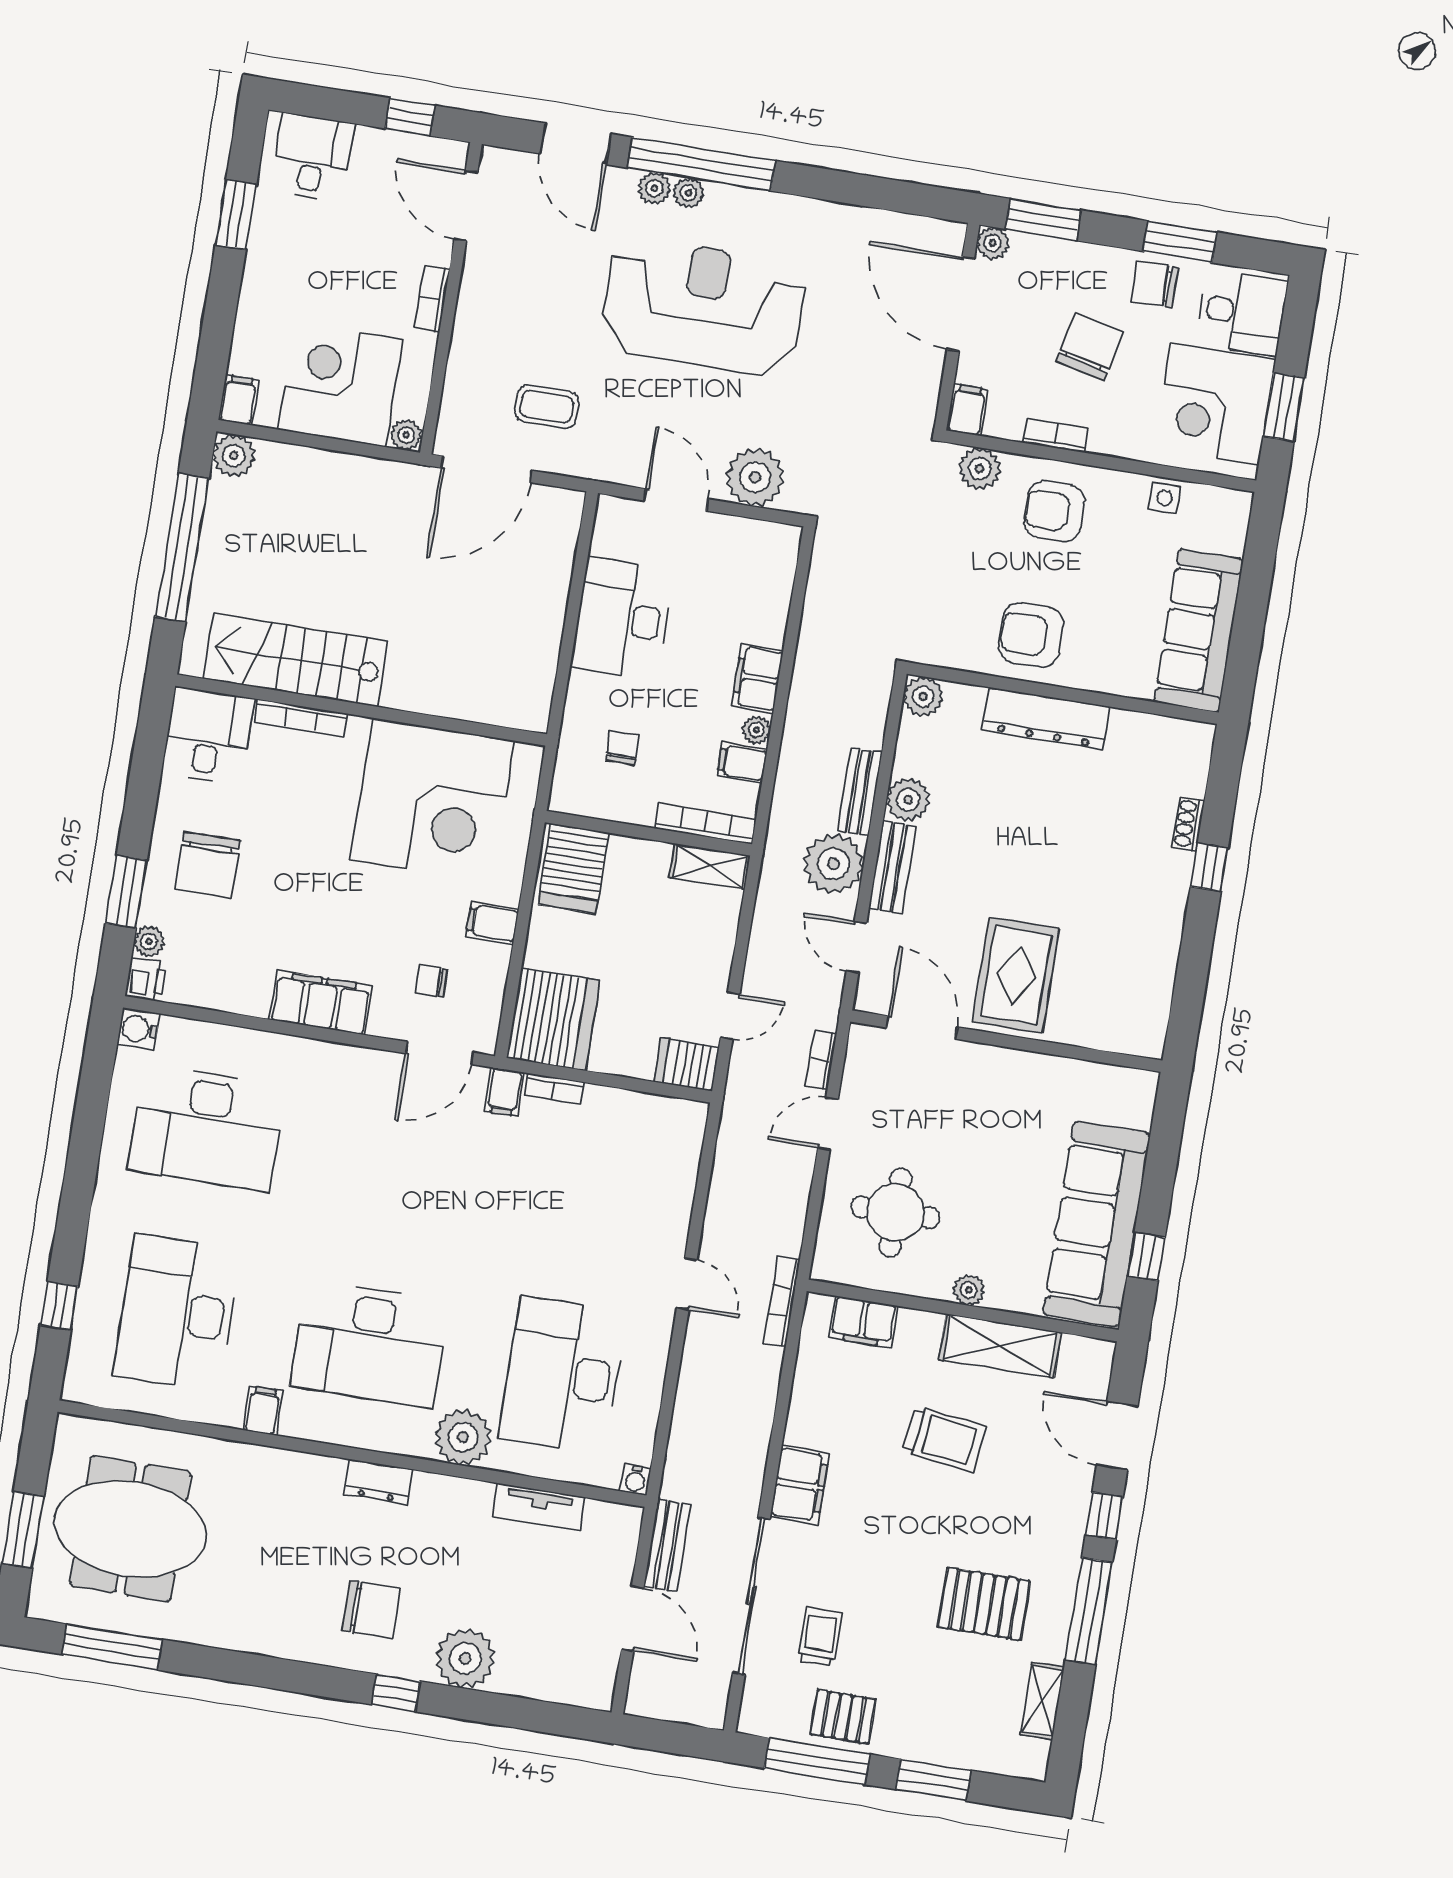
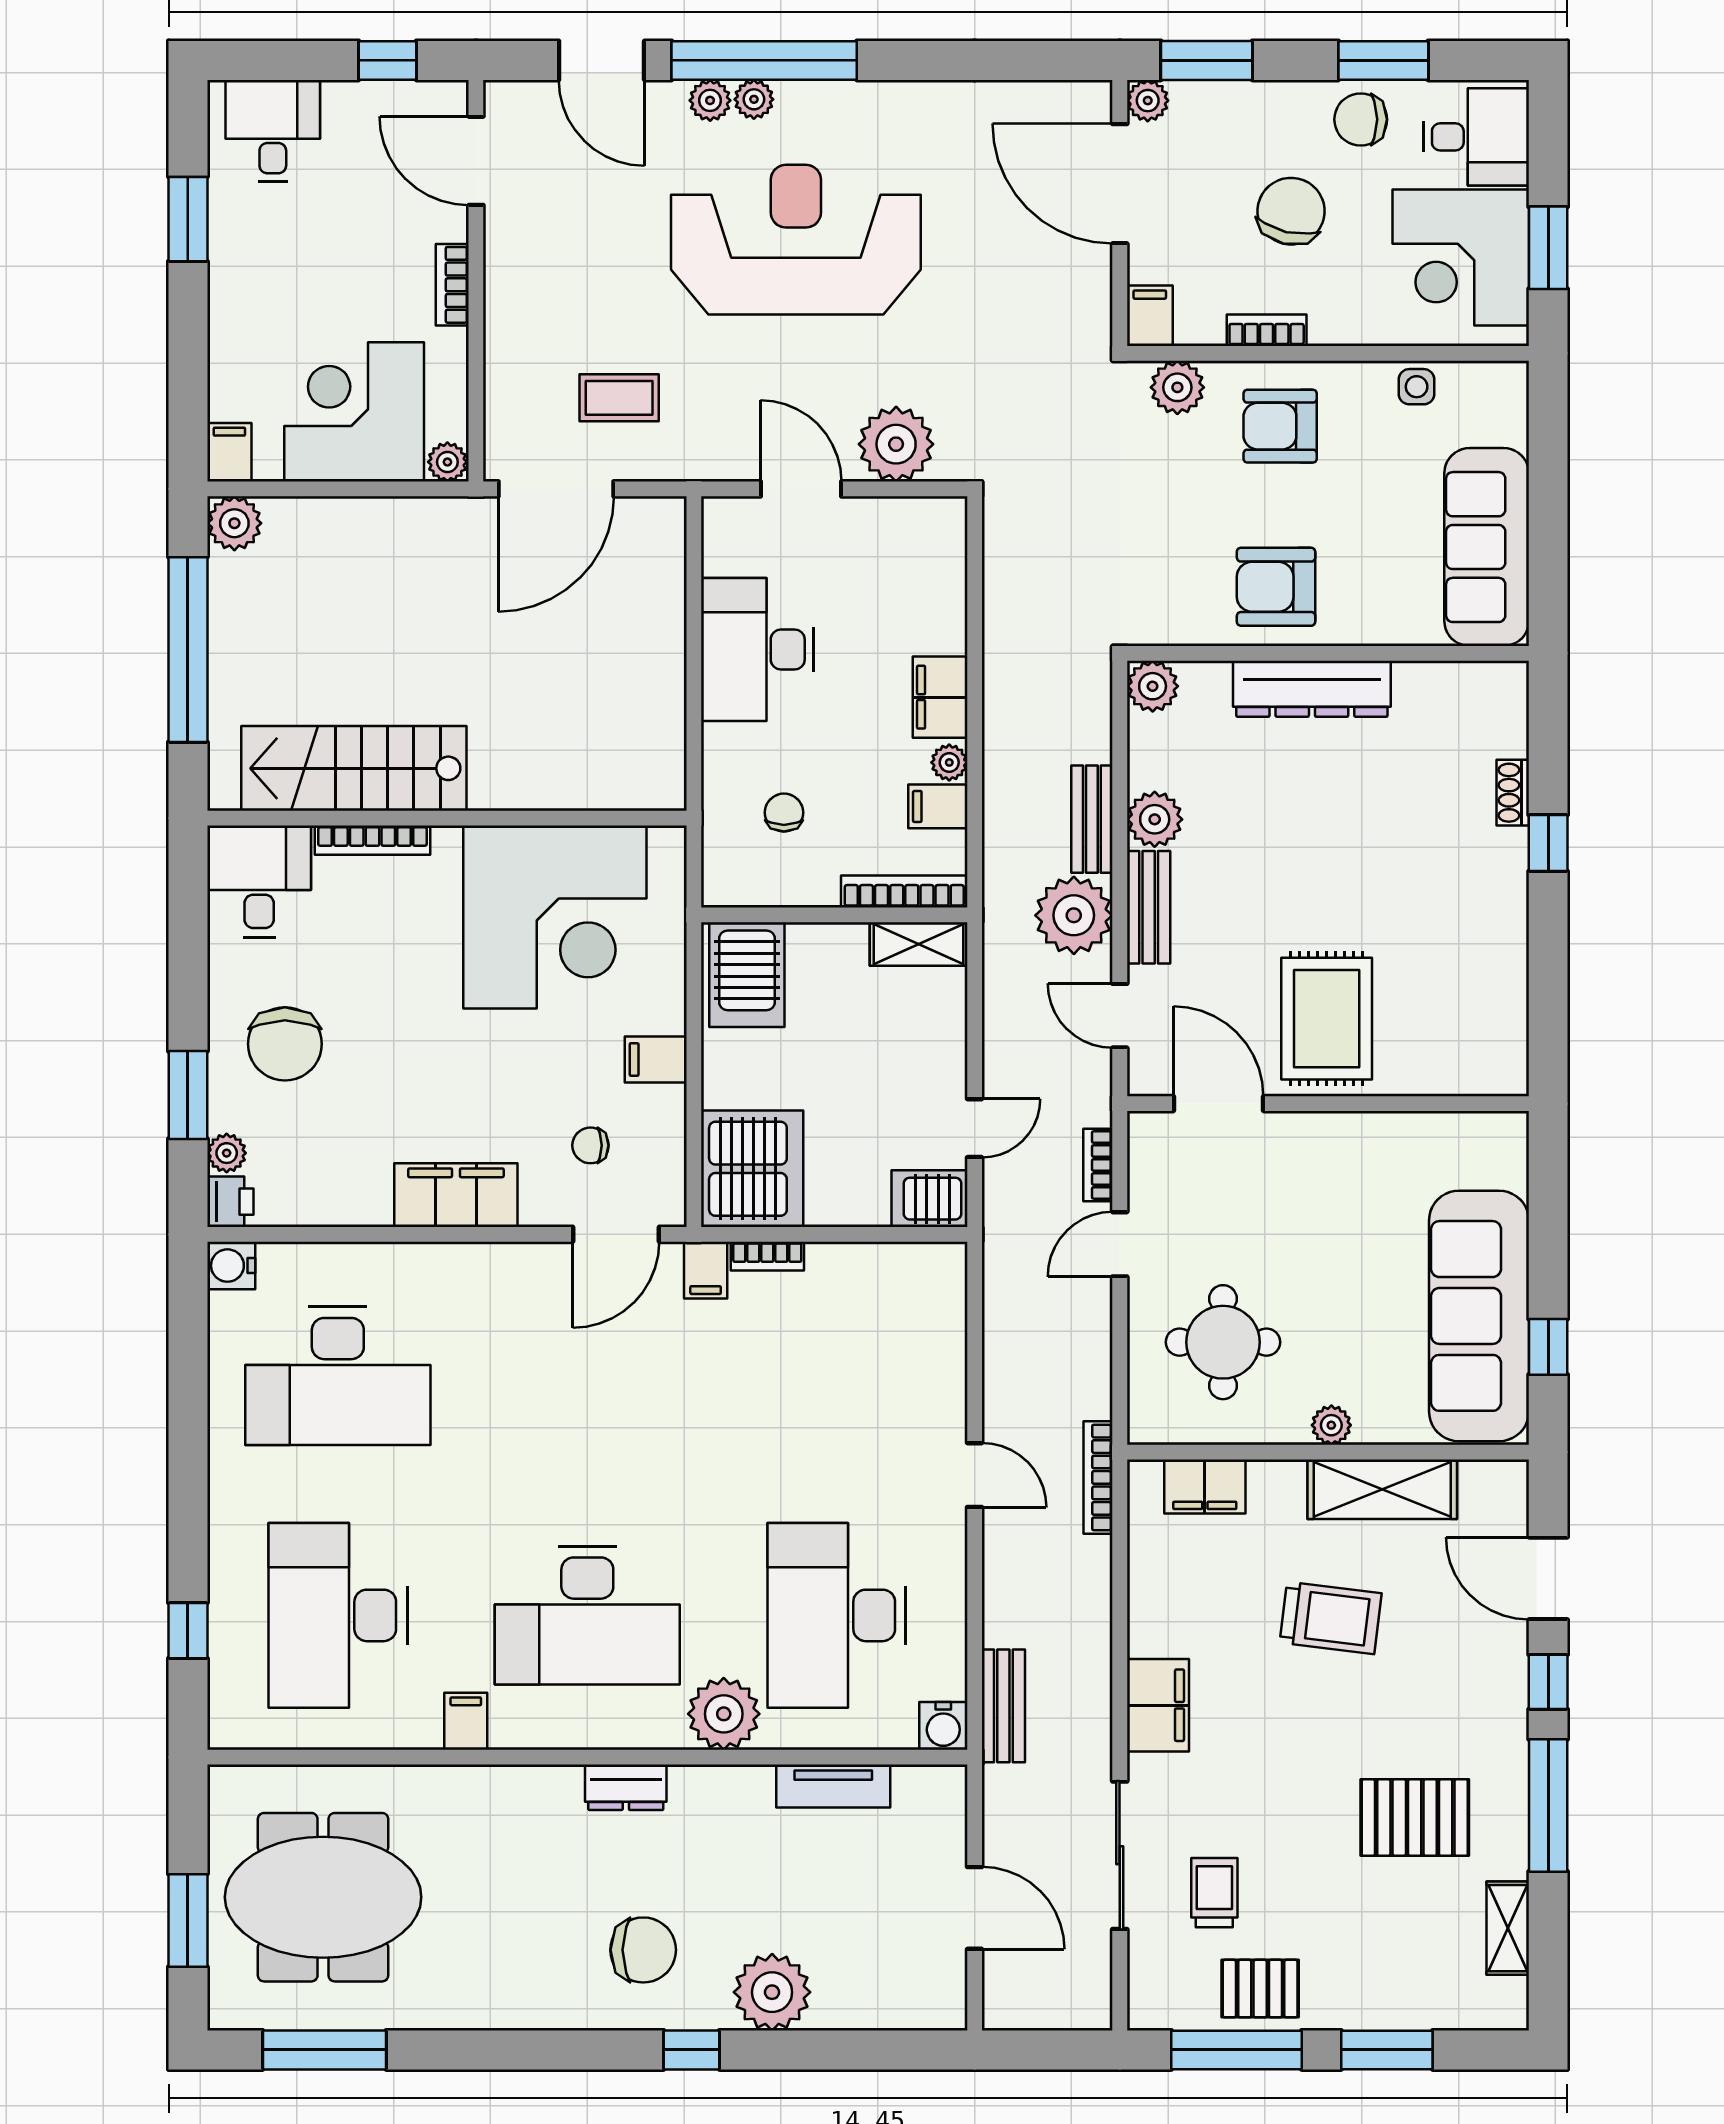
water cooler: (635, 1480) -> (943, 1726), width x1.38, depth x1.38
bench: (667, 1545) -> (1003, 1706), moved
sliding door: (751, 1596) -> (1120, 1855), width x0.73

